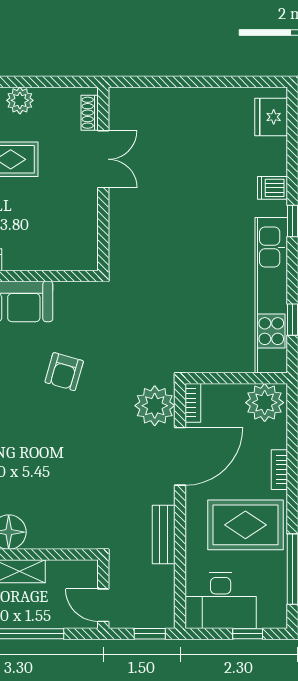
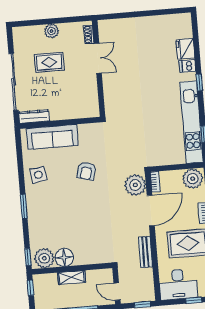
fridge: (271, 117) -> (185, 49), moved

